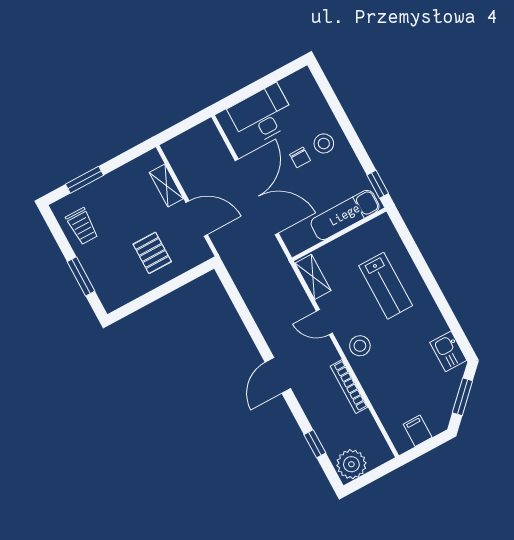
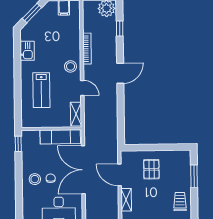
exam couch: (345, 215) -> (60, 137), moved
lab bench: (386, 286) -> (41, 90), turned 180
kitchen sink: (448, 351) -> (27, 51), moved

